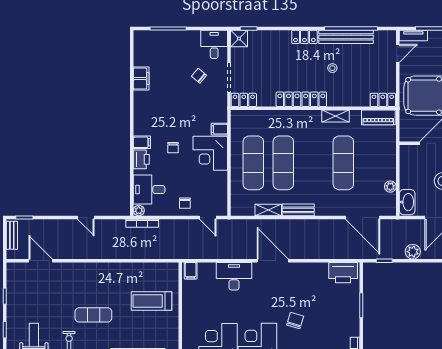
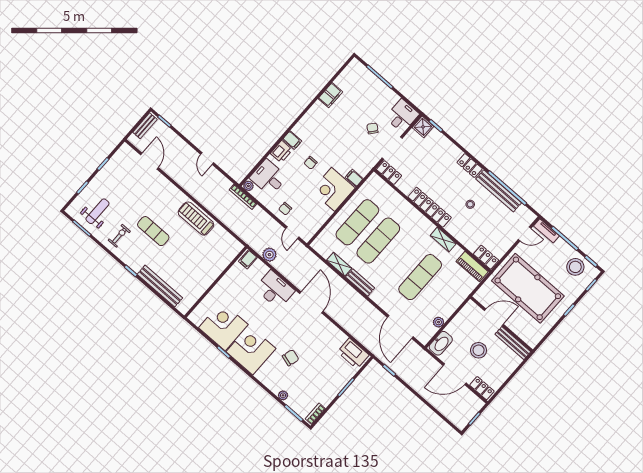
plant: (413, 252) -> (269, 255), moved
treadmill: (152, 301) -> (196, 219), moved

